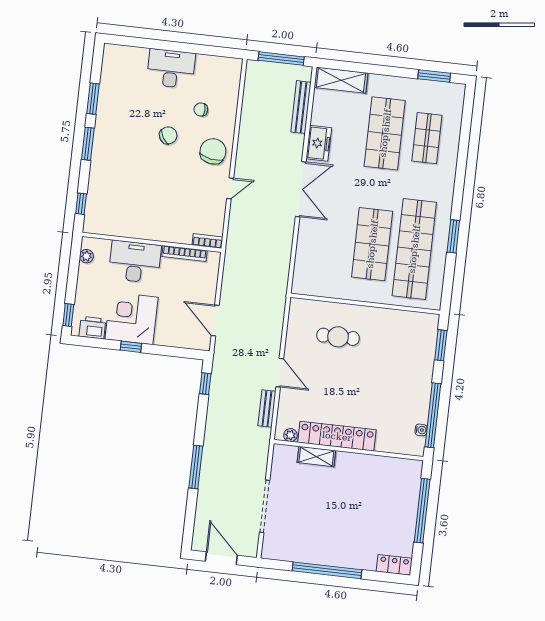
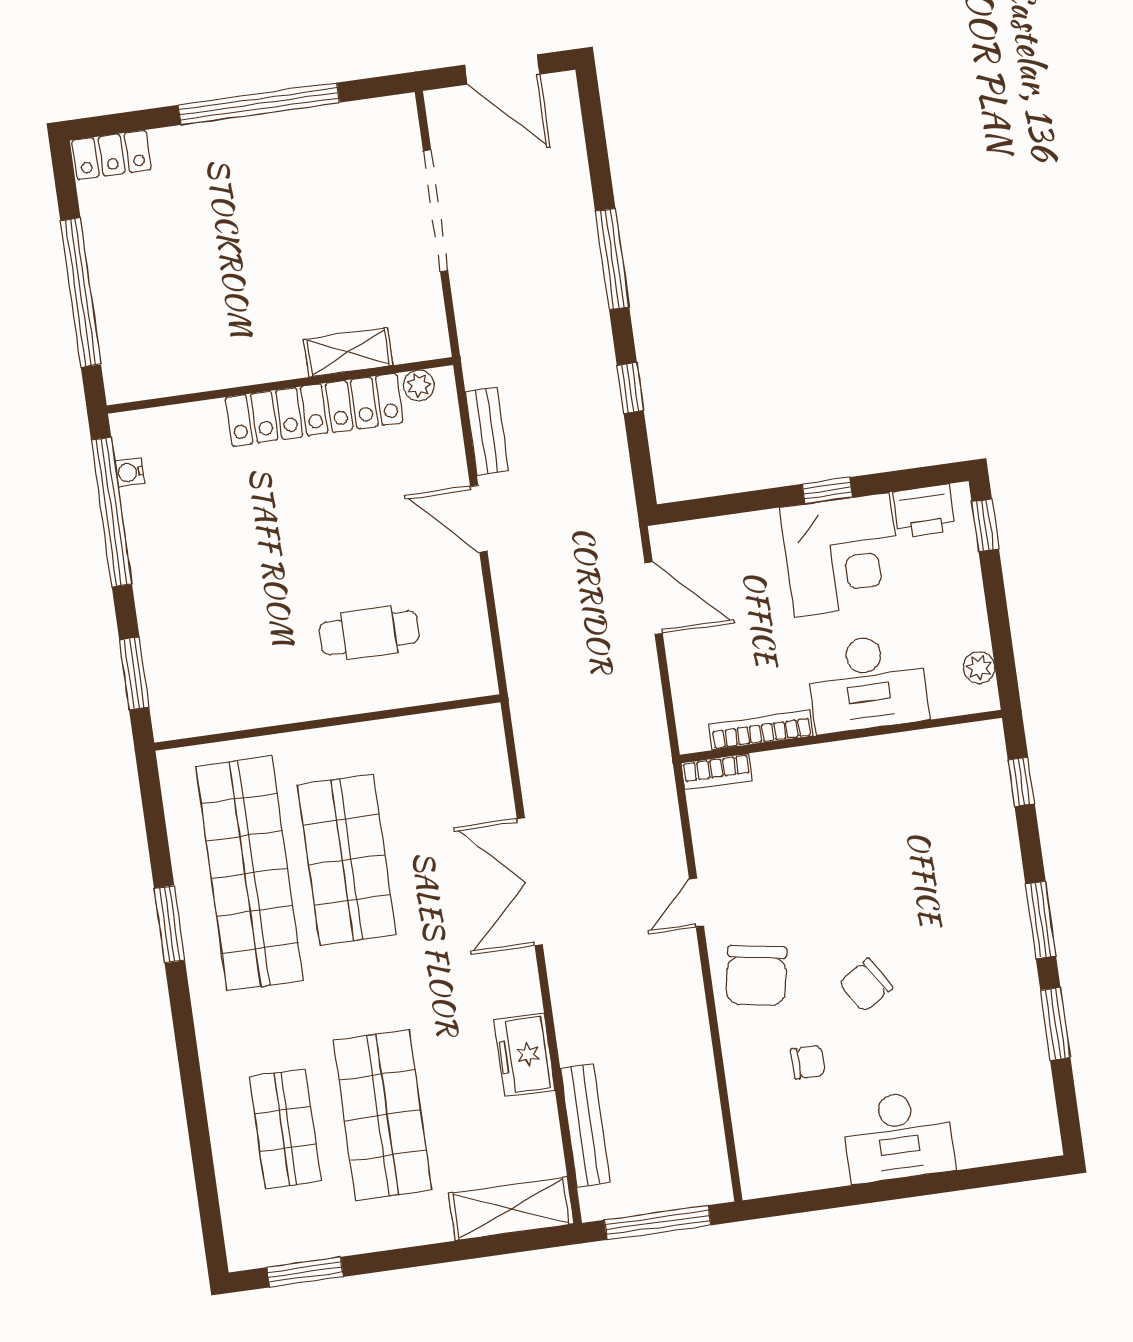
double door: (301, 189) -> (530, 882), moved
window: (205, 384) -> (630, 388), moved

